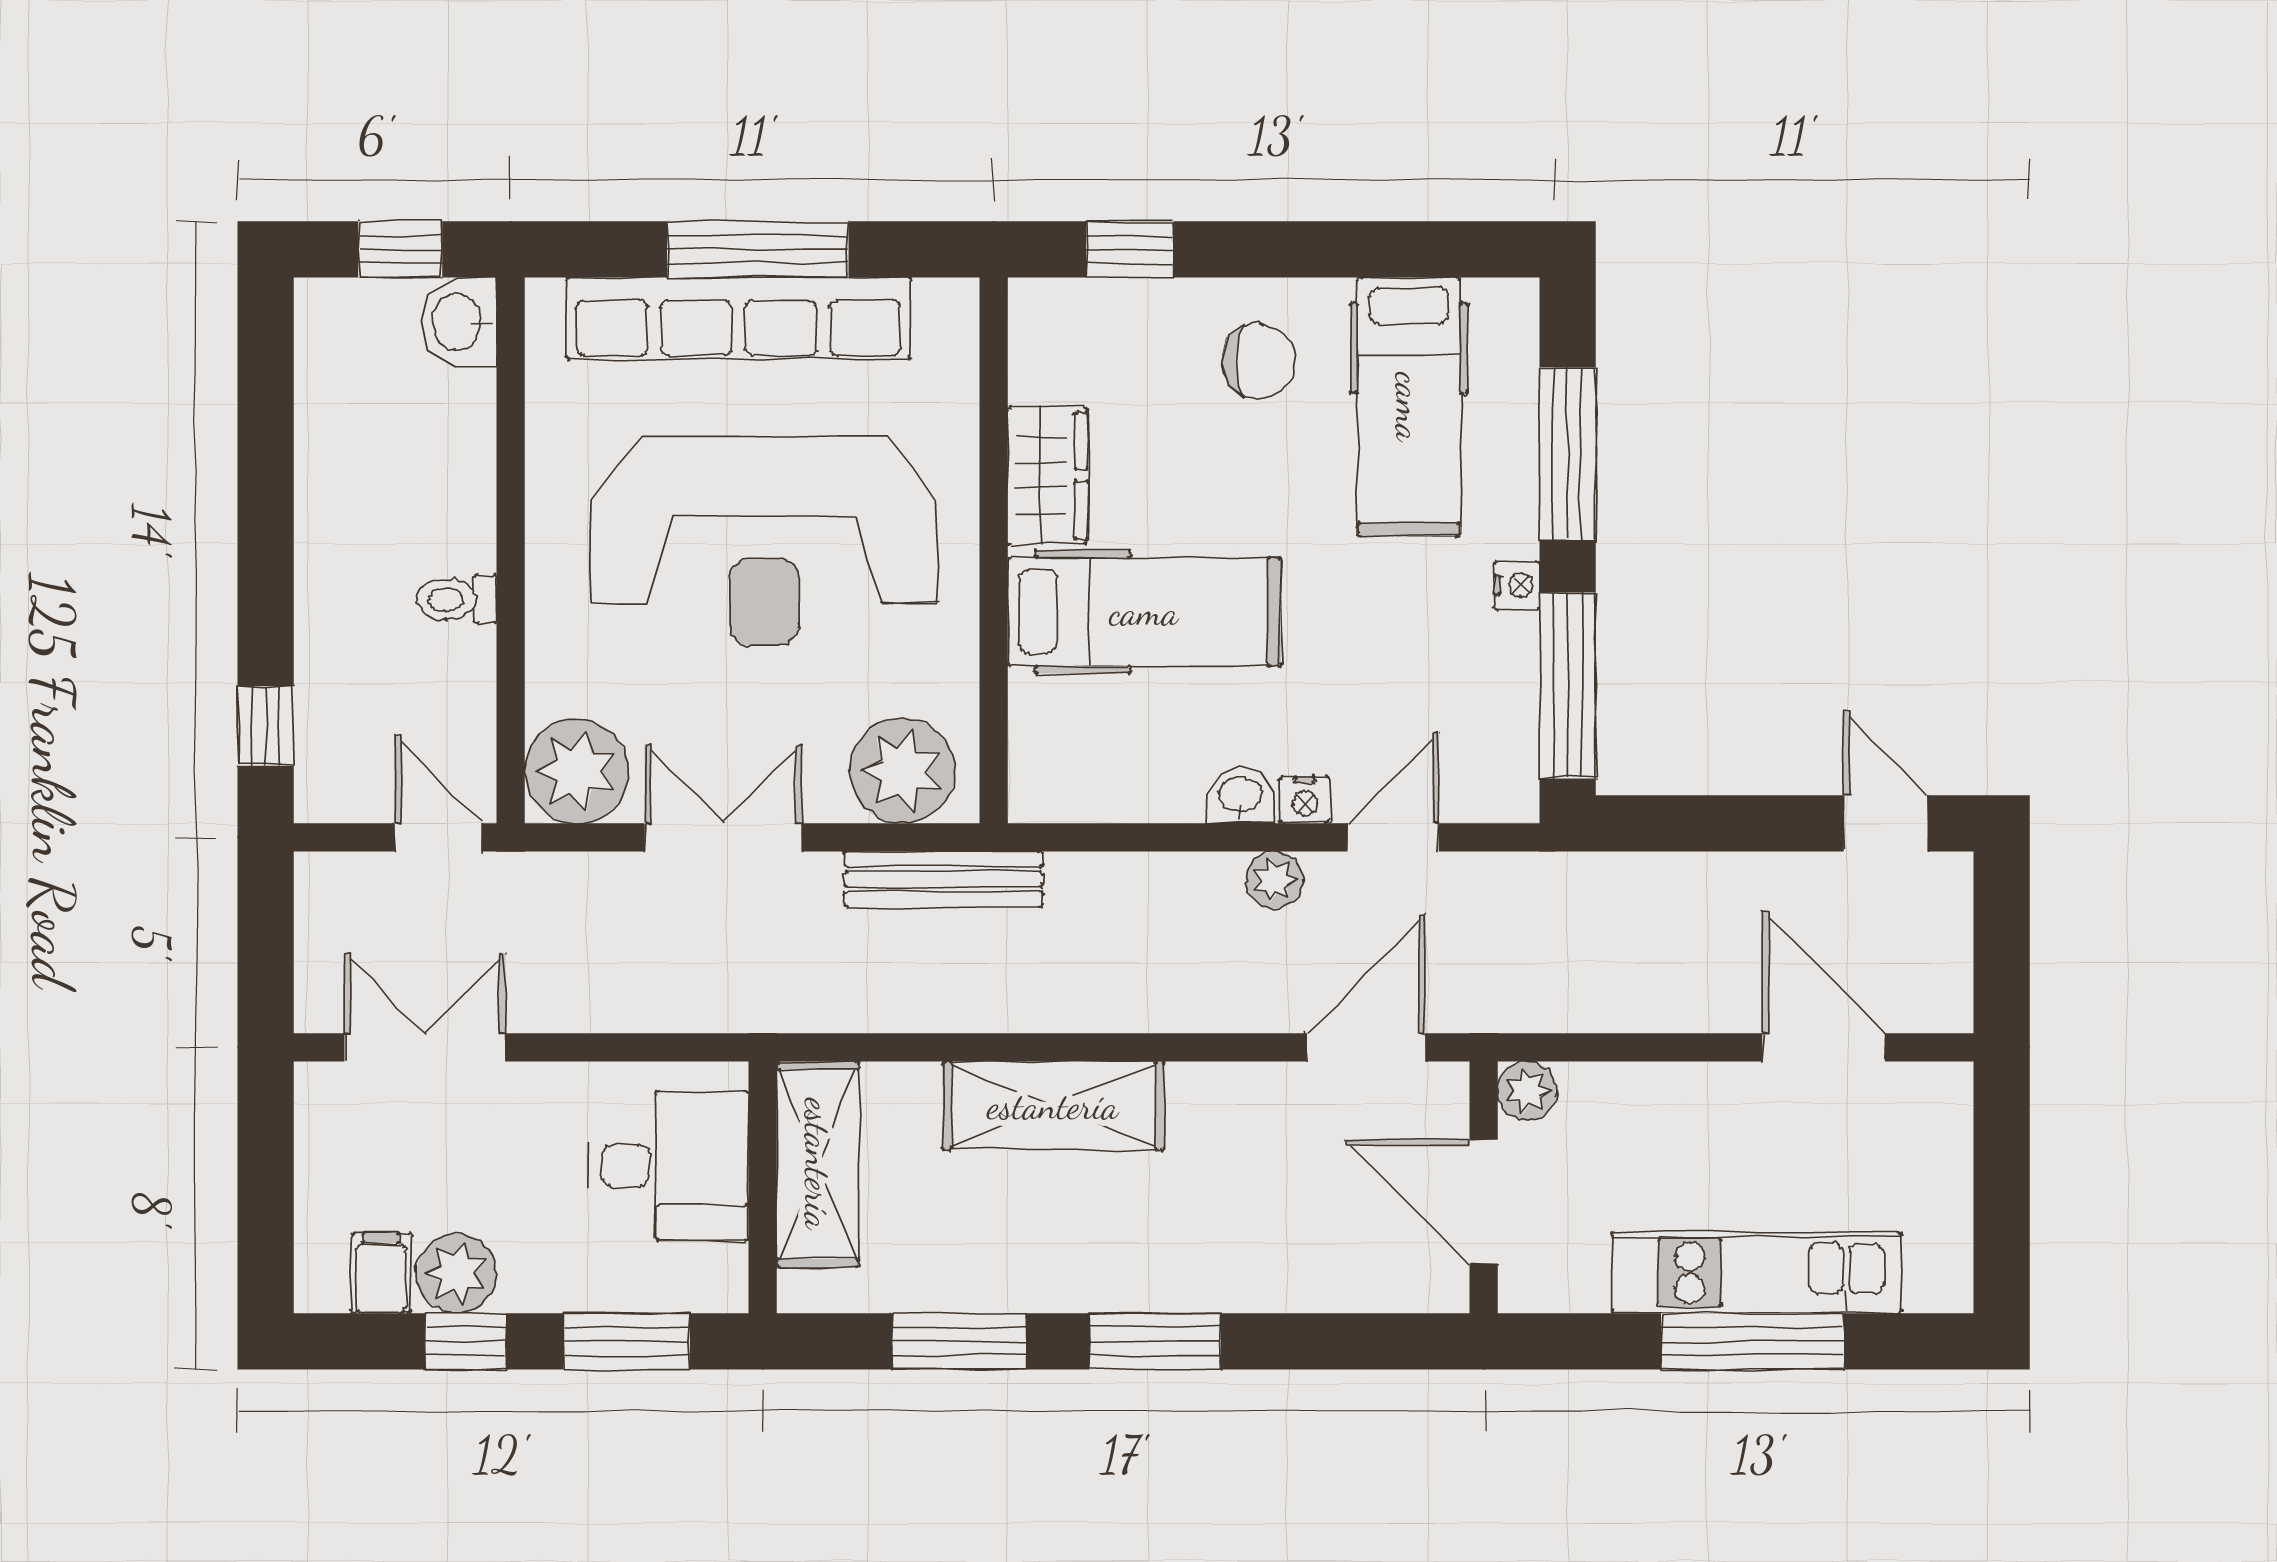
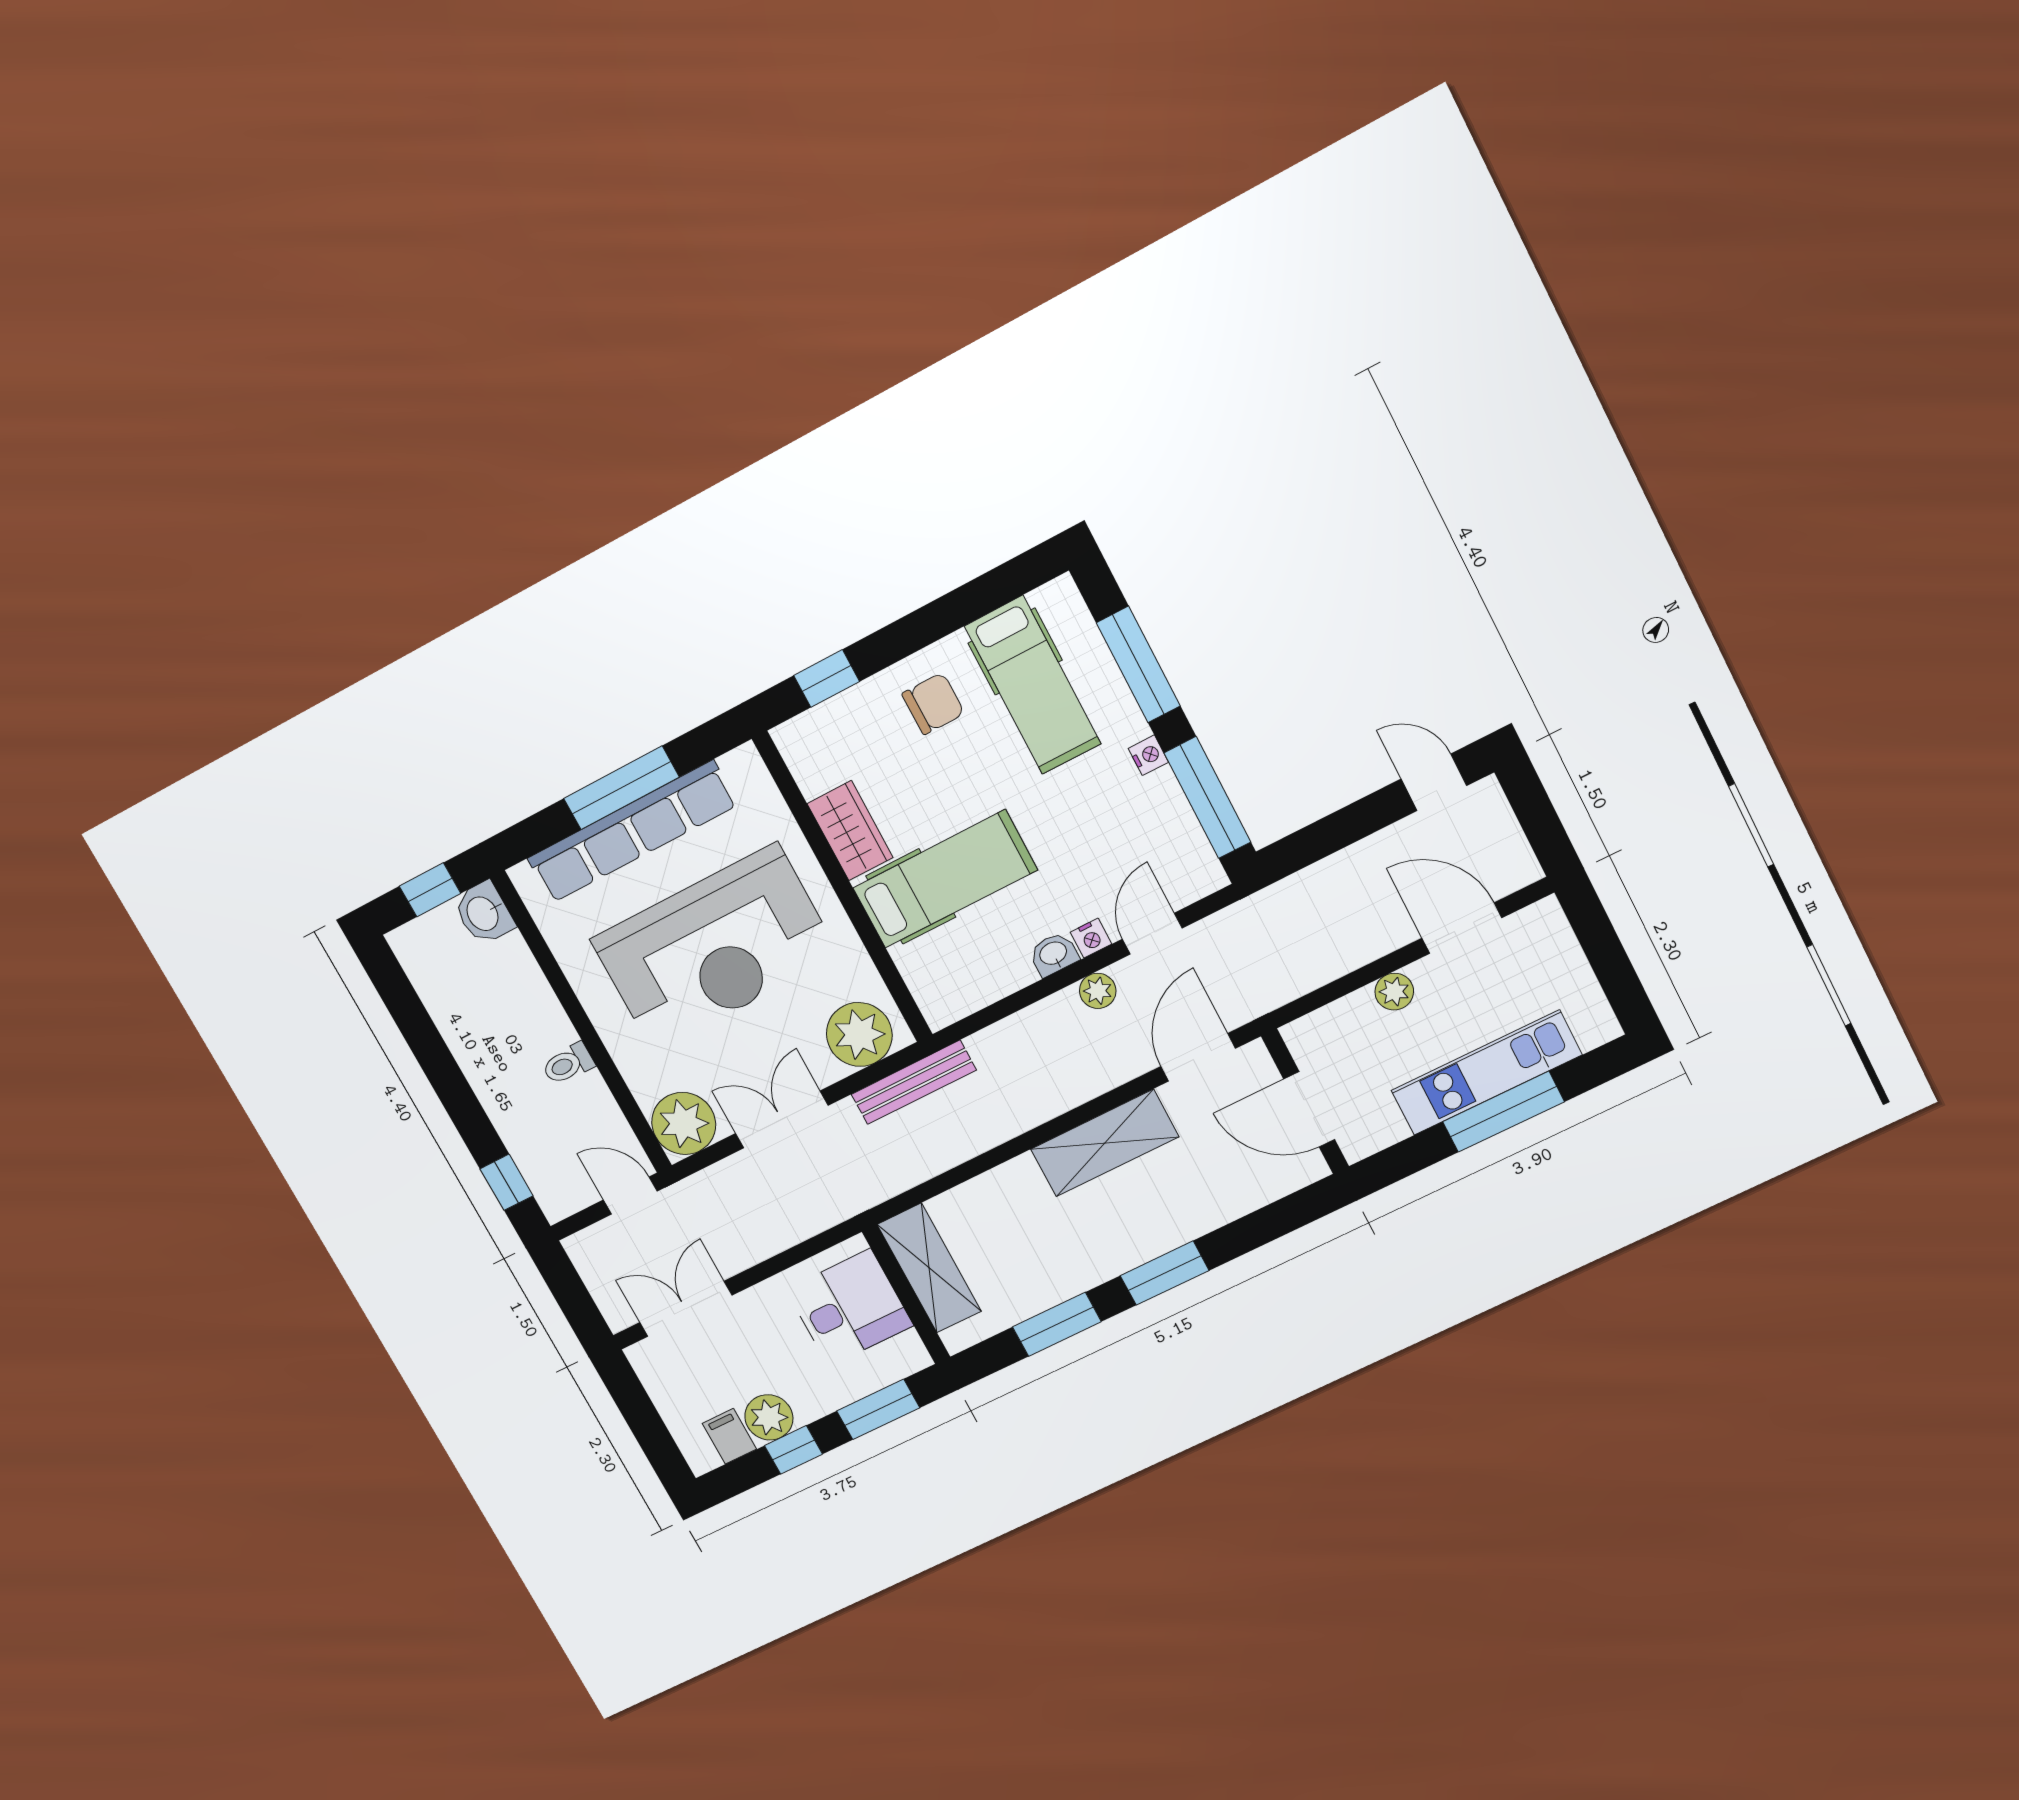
plant: (1527, 1091) -> (1394, 992), moved
shelving: (1053, 1106) -> (1105, 1143), moved

